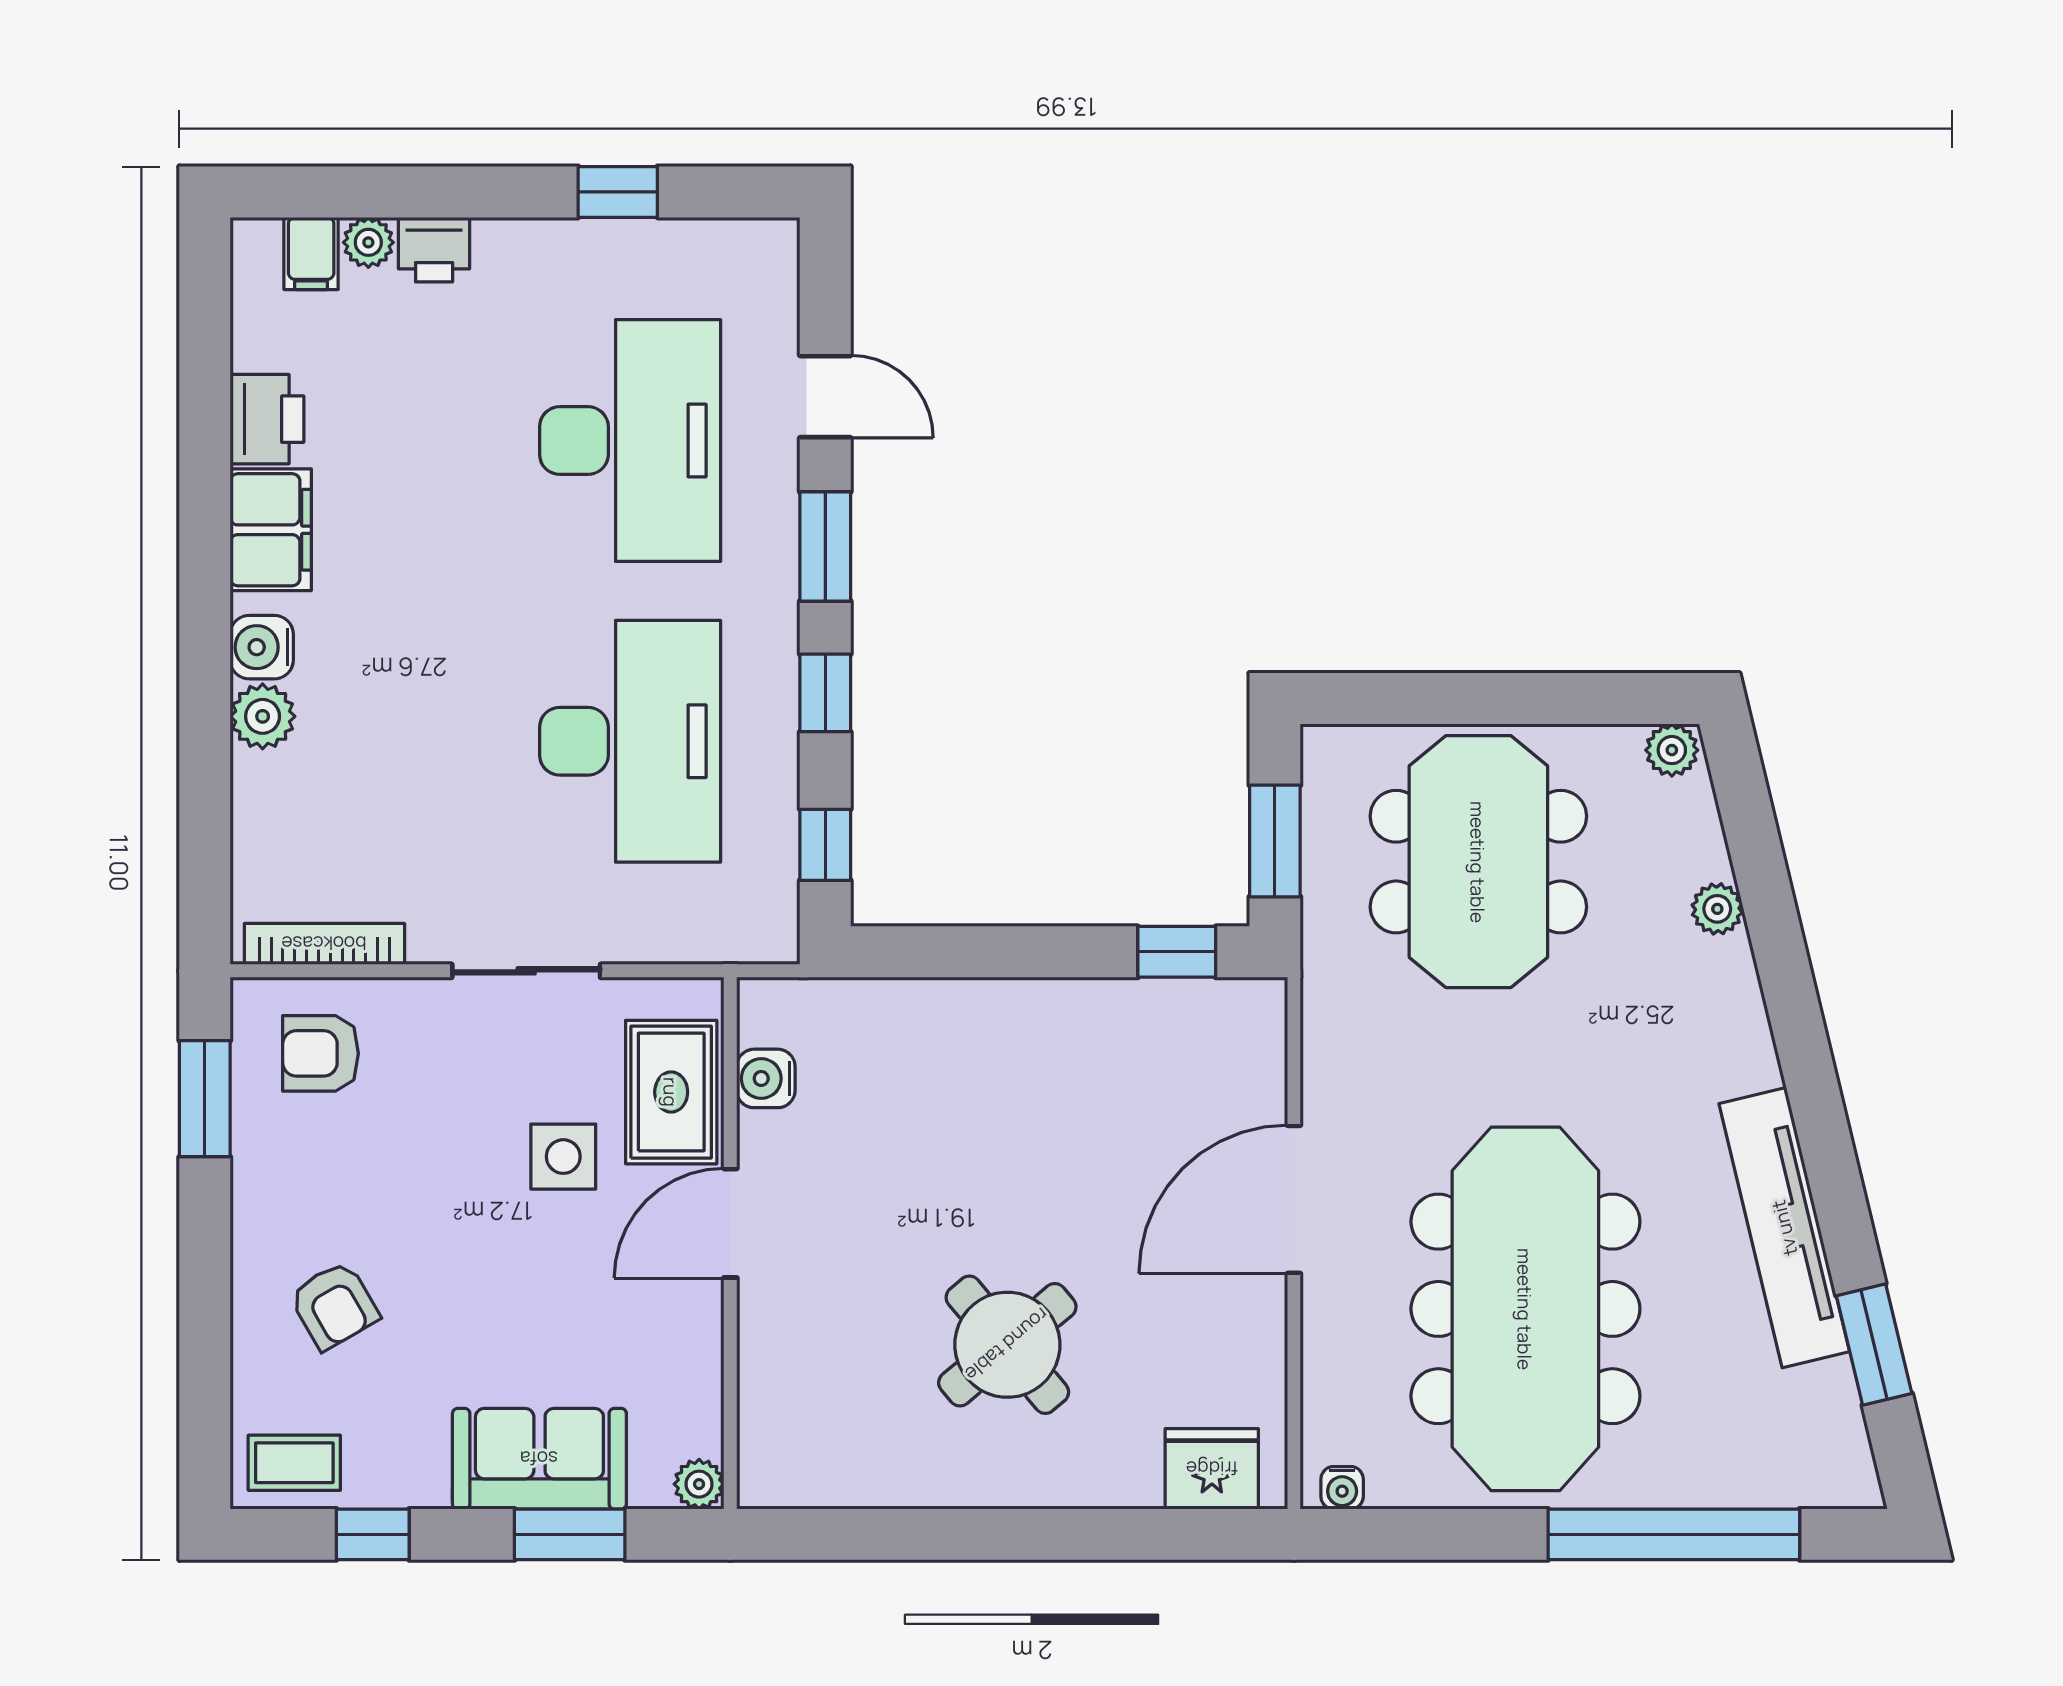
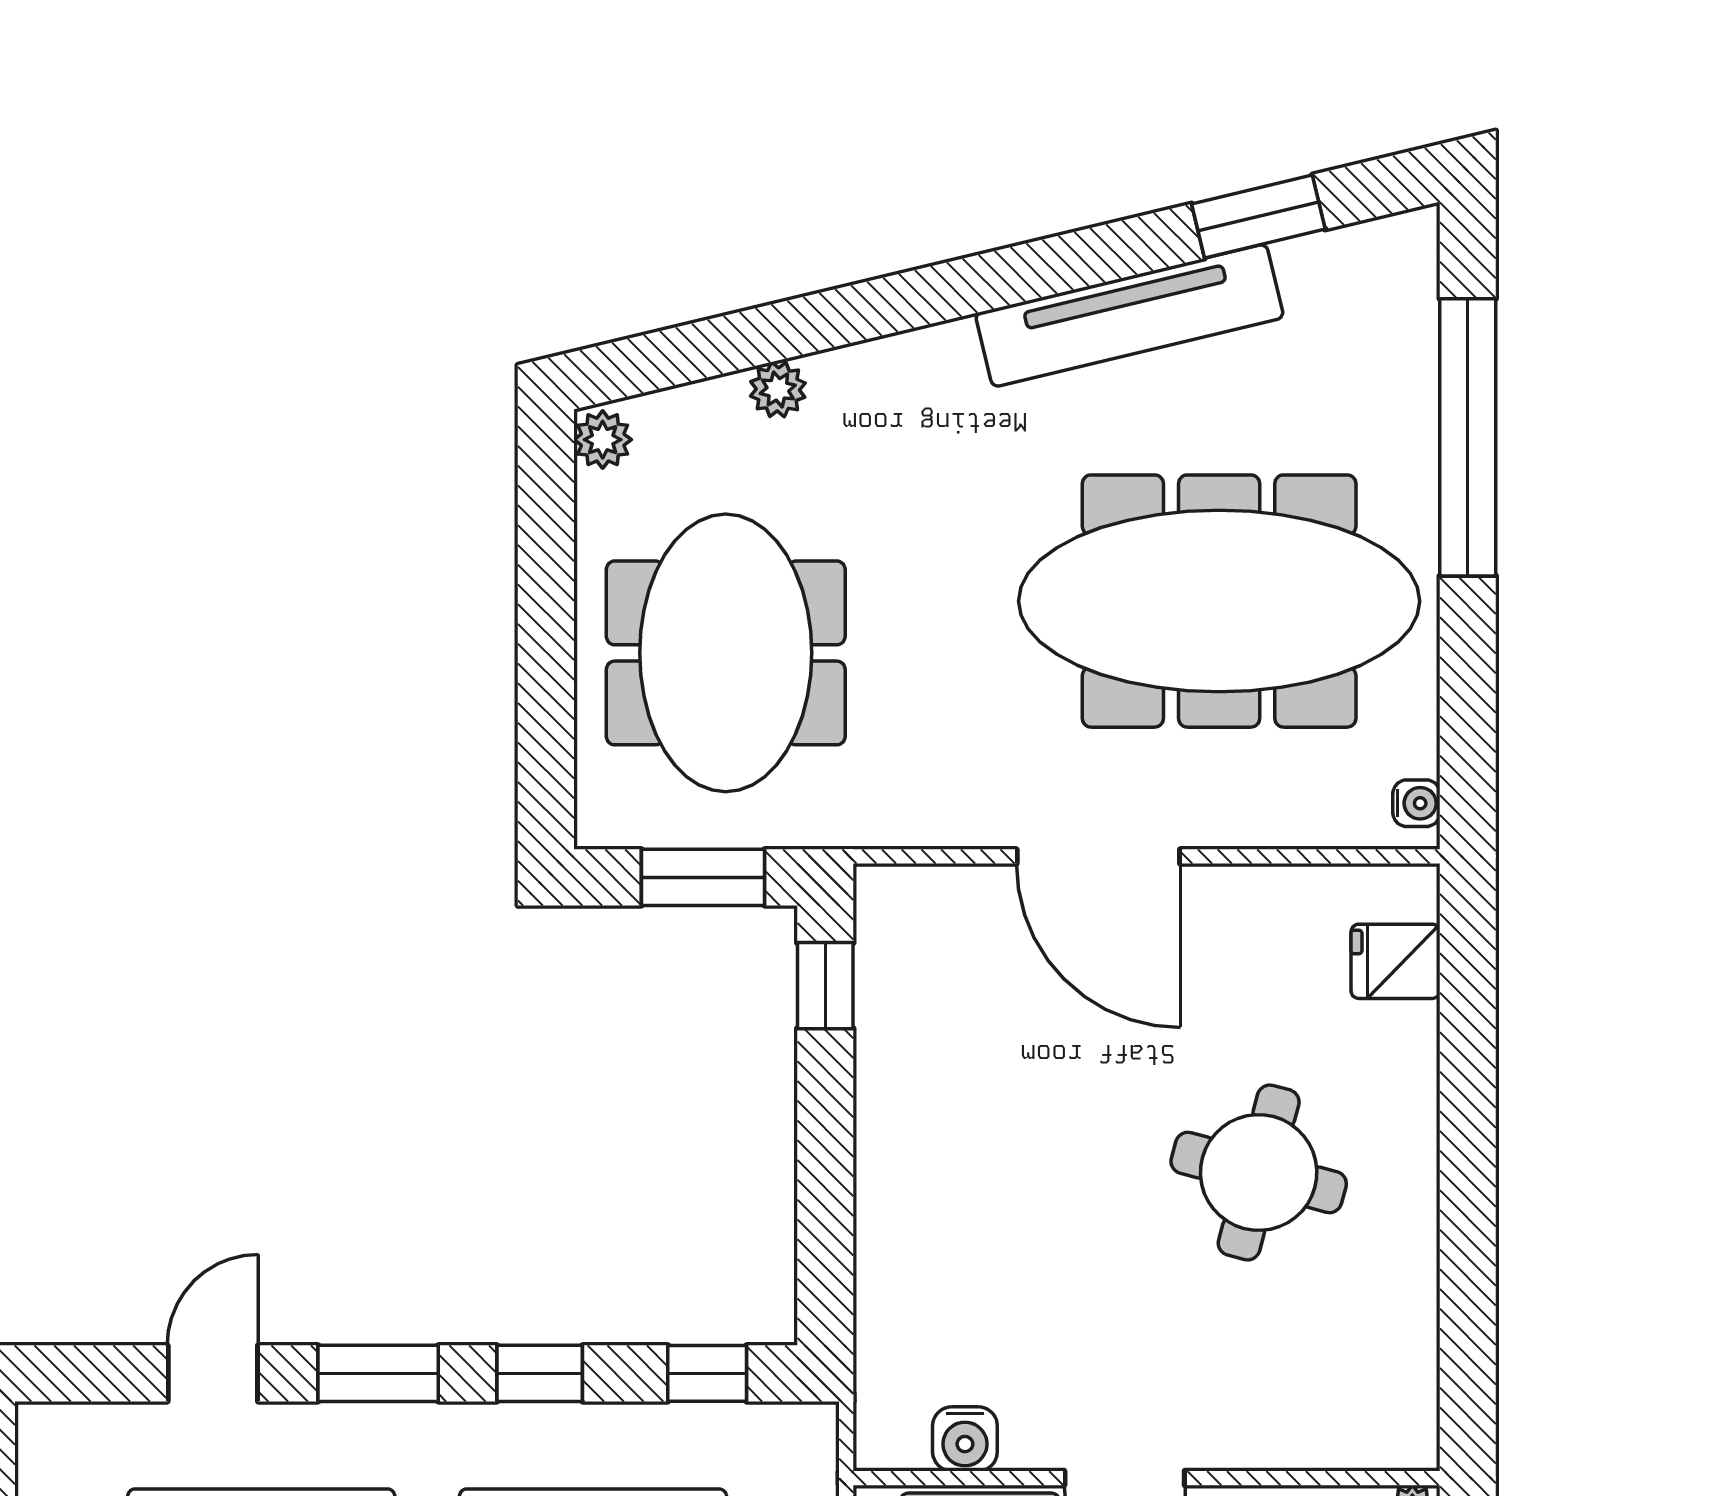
meeting table: (1478, 862) -> (726, 653), turned 90
round table: (1007, 1345) -> (1259, 1172), turned -35
fridge: (1212, 1469) -> (1396, 961), width x0.72

